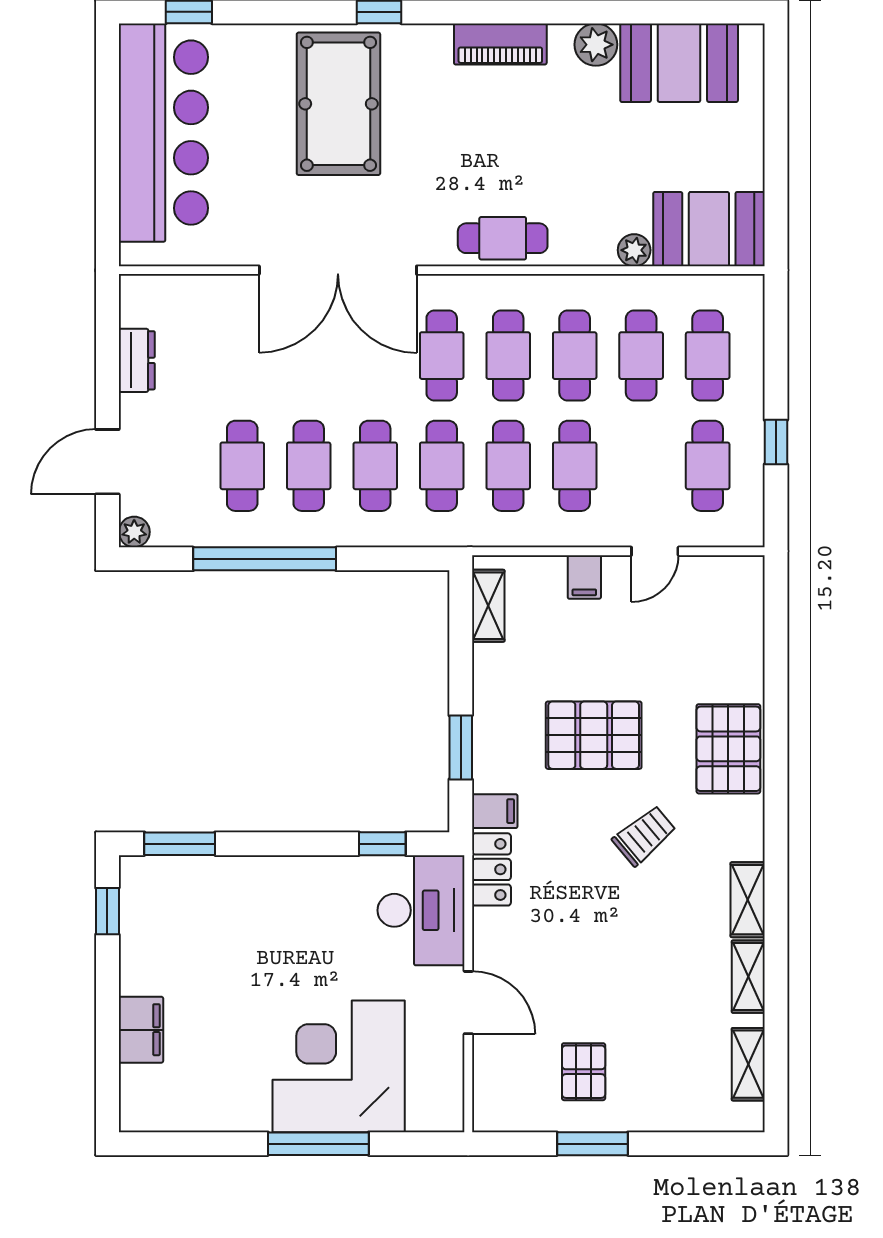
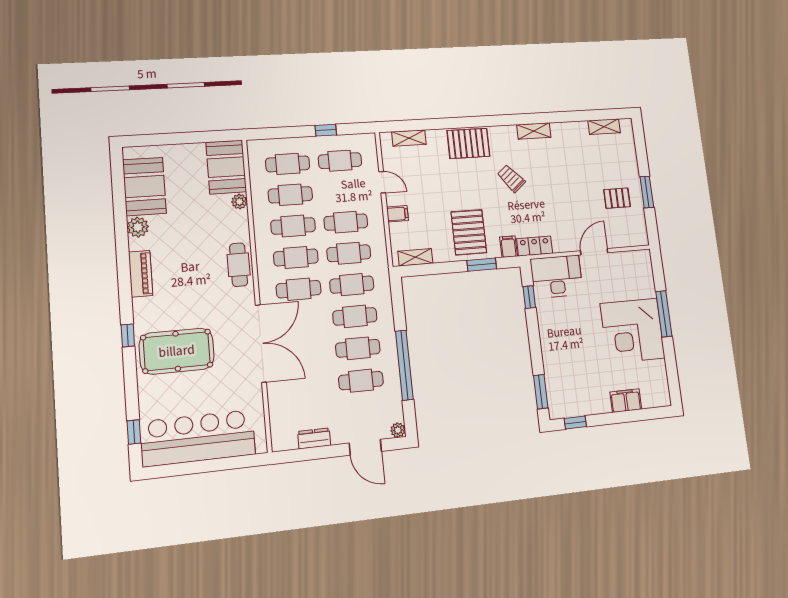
pallet: (594, 735) -> (469, 232), moved
shelving: (748, 977) -> (409, 138), moved
corner desk: (339, 1066) -> (633, 331), moved

